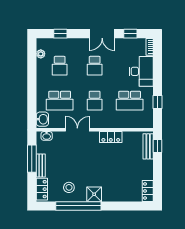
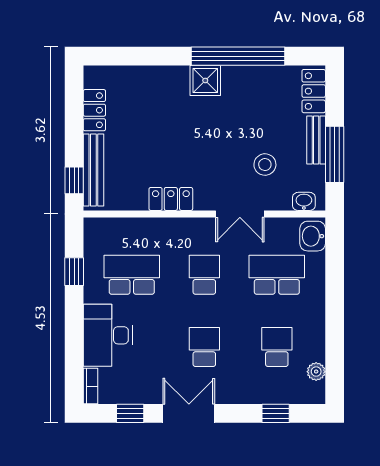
bench: (148, 146) -> (93, 170), width x1.36
stool: (69, 187) -> (265, 165), moved
locker: (148, 191) -> (94, 110), moved

